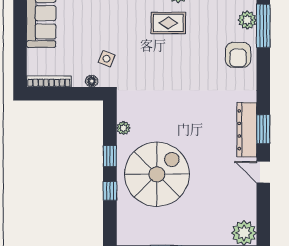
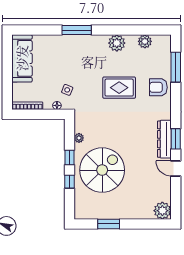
plant: (247, 20) -> (165, 63), removed
rug: (168, 23) -> (119, 88), moved, width x1.36, depth x1.43
armchair: (238, 55) -> (158, 87), turned 90

